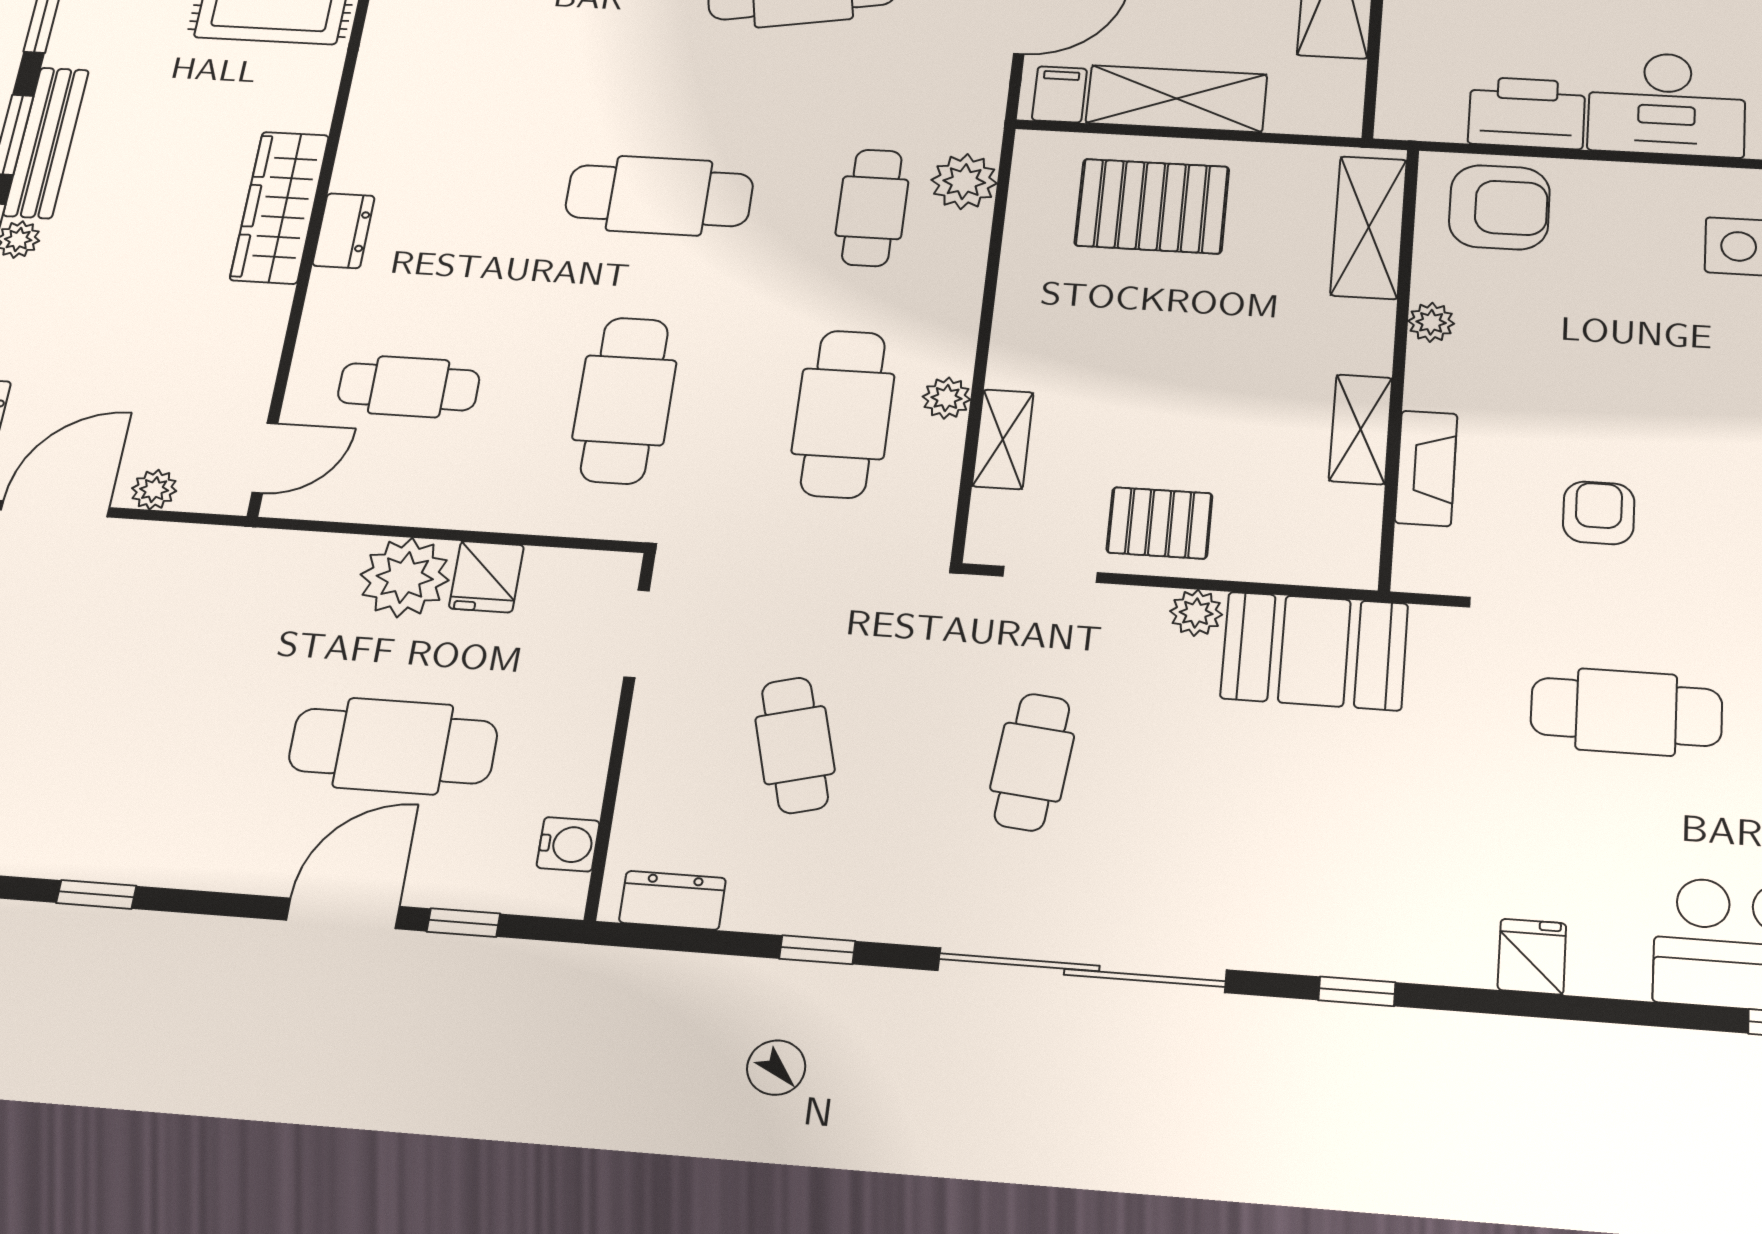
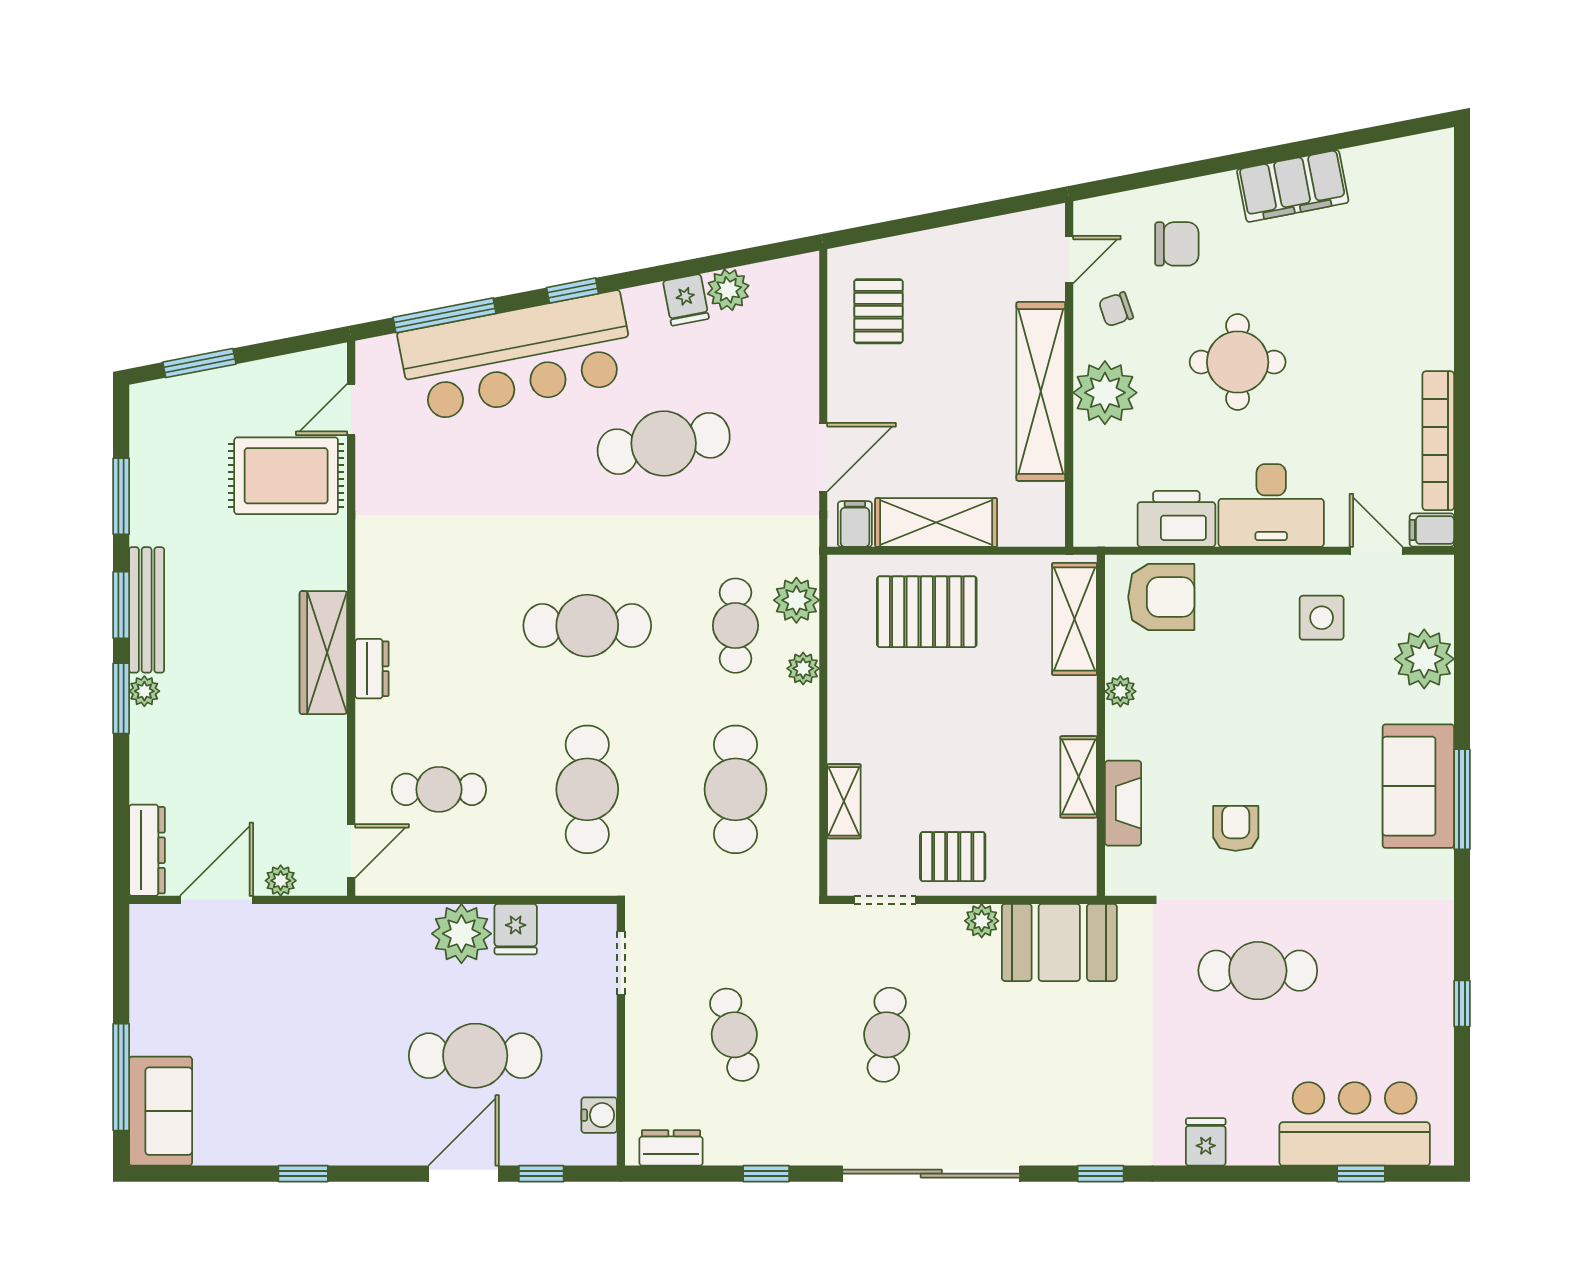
plant: (946, 398) -> (803, 668), moved

